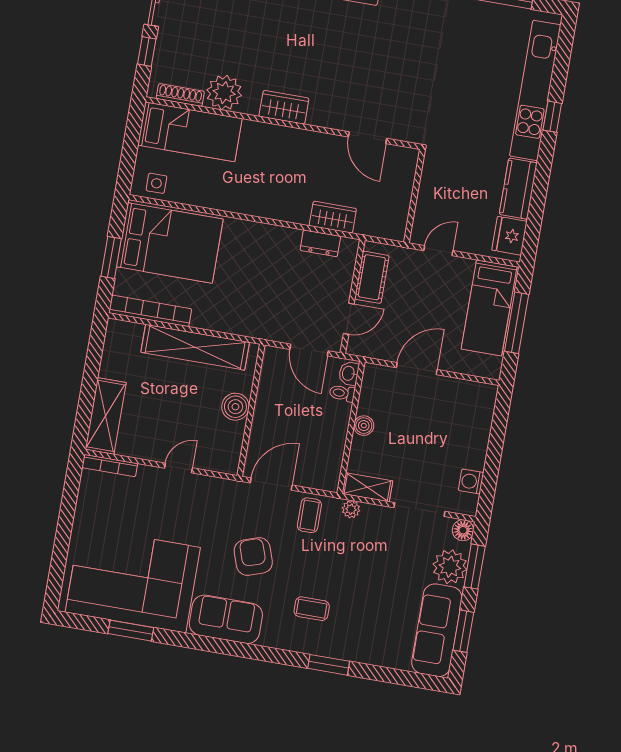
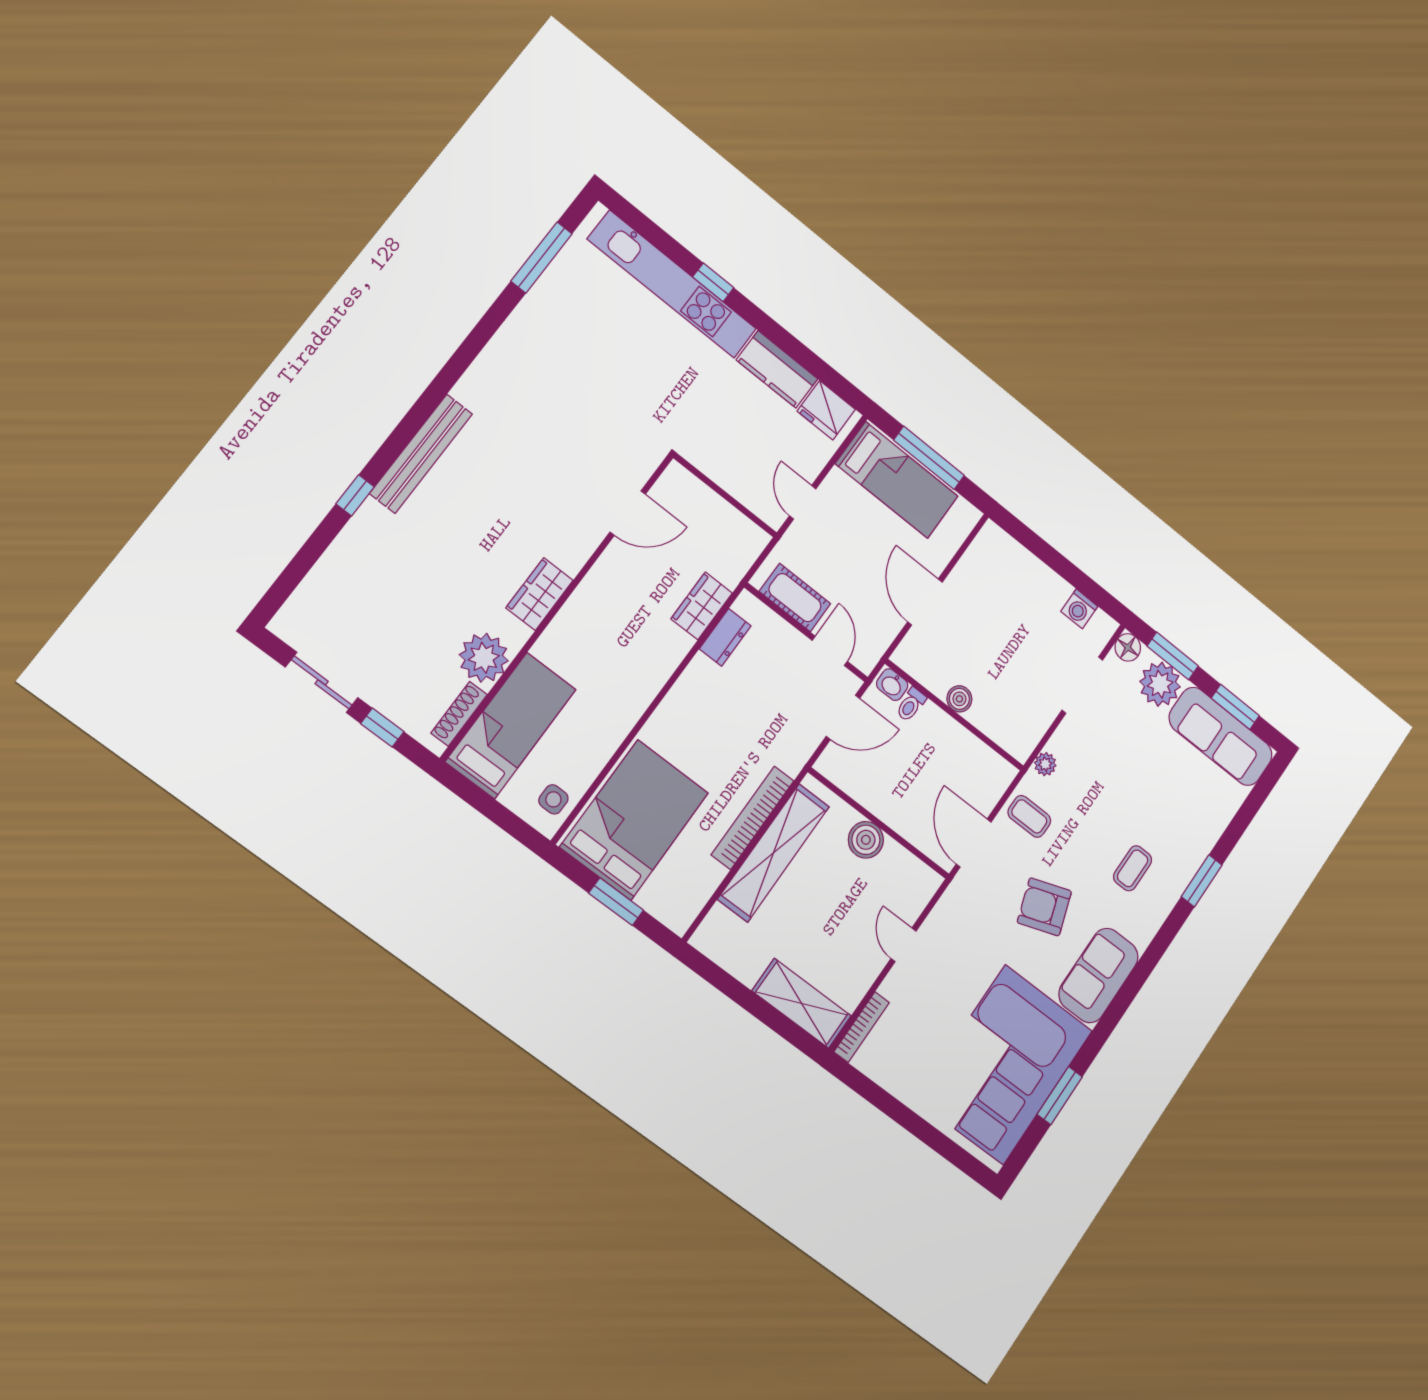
bookcase: (150, 311) -> (753, 818), moved
shelving: (367, 487) -> (1030, 732), removed

